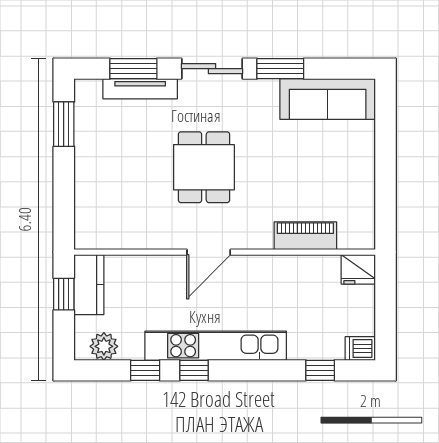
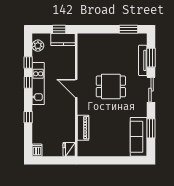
window: (280, 69) -> (151, 128), moved
kitchen unit: (216, 346) -> (38, 83), width x0.73
window: (320, 370) -> (28, 117), moved

